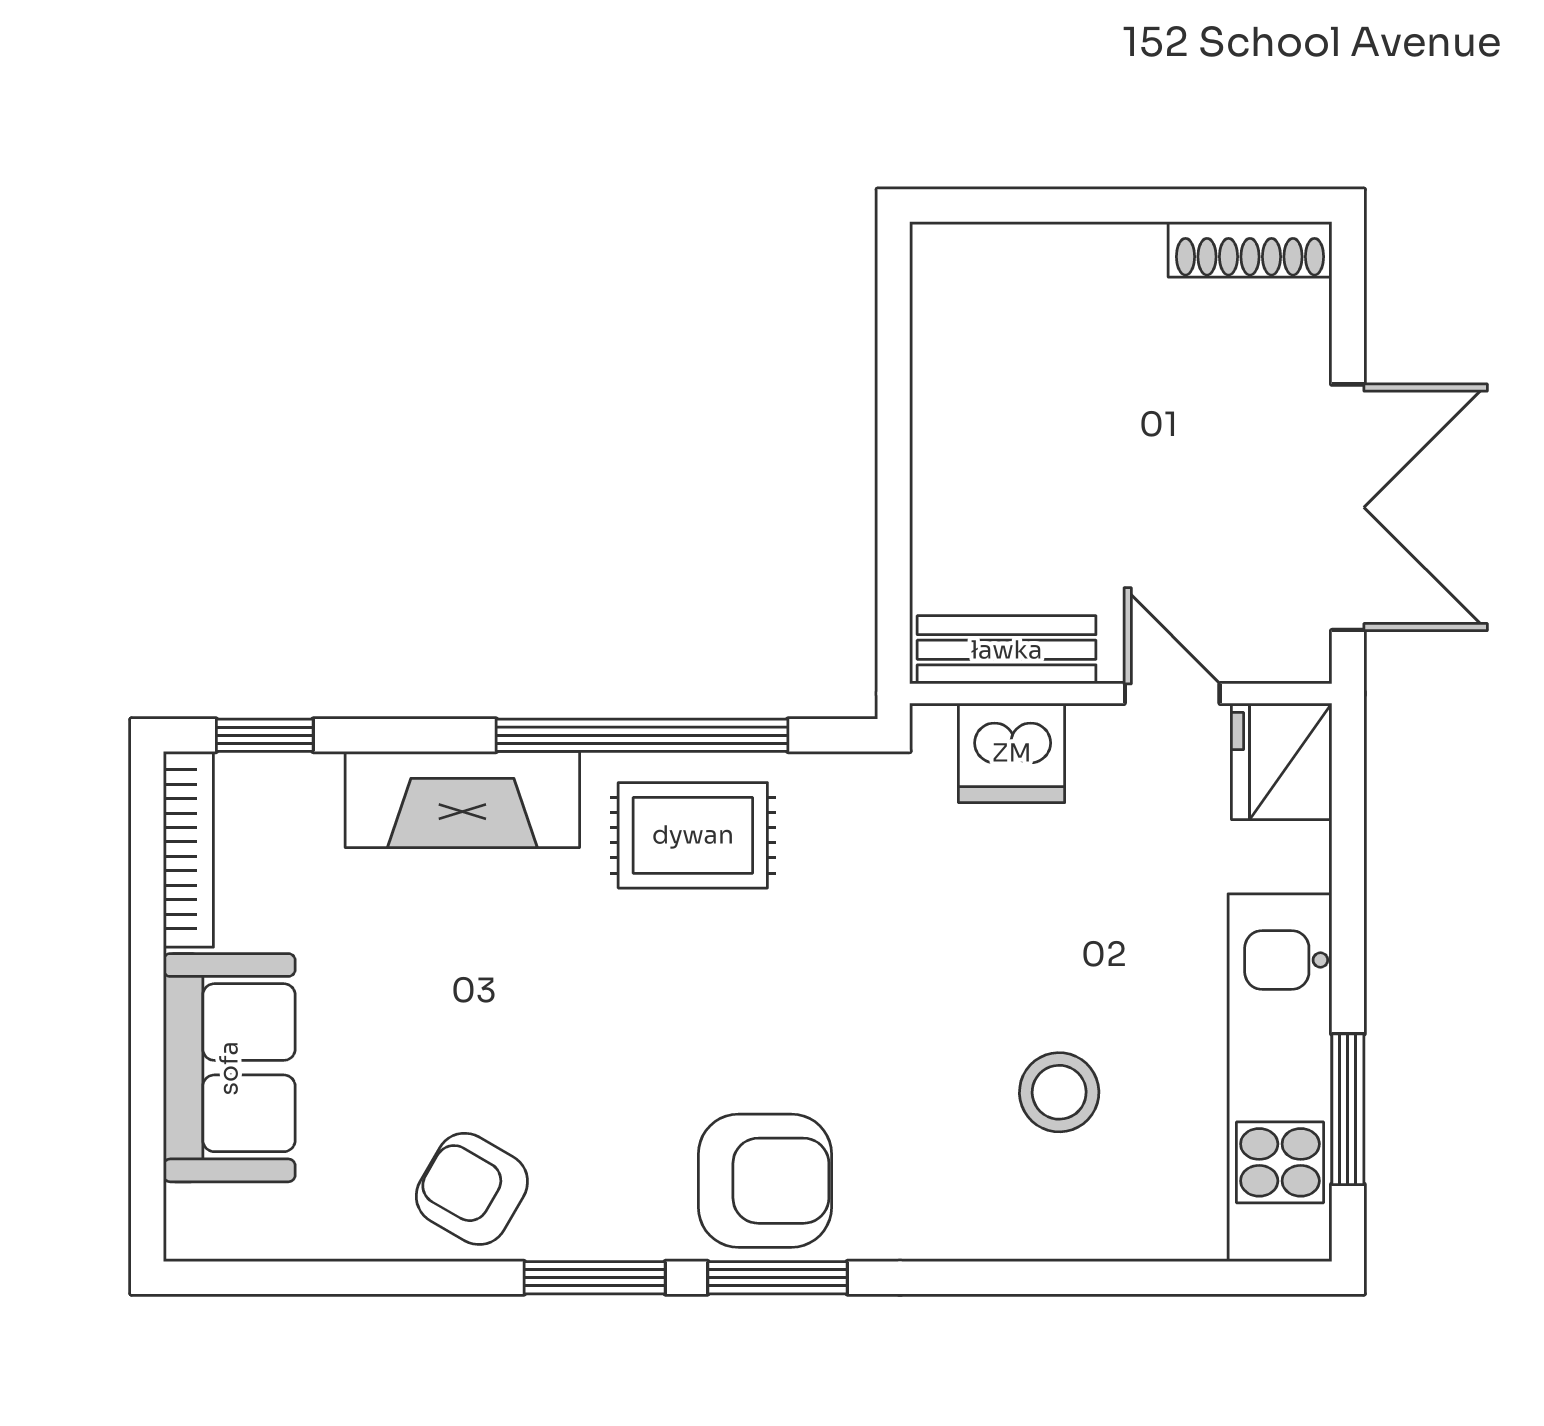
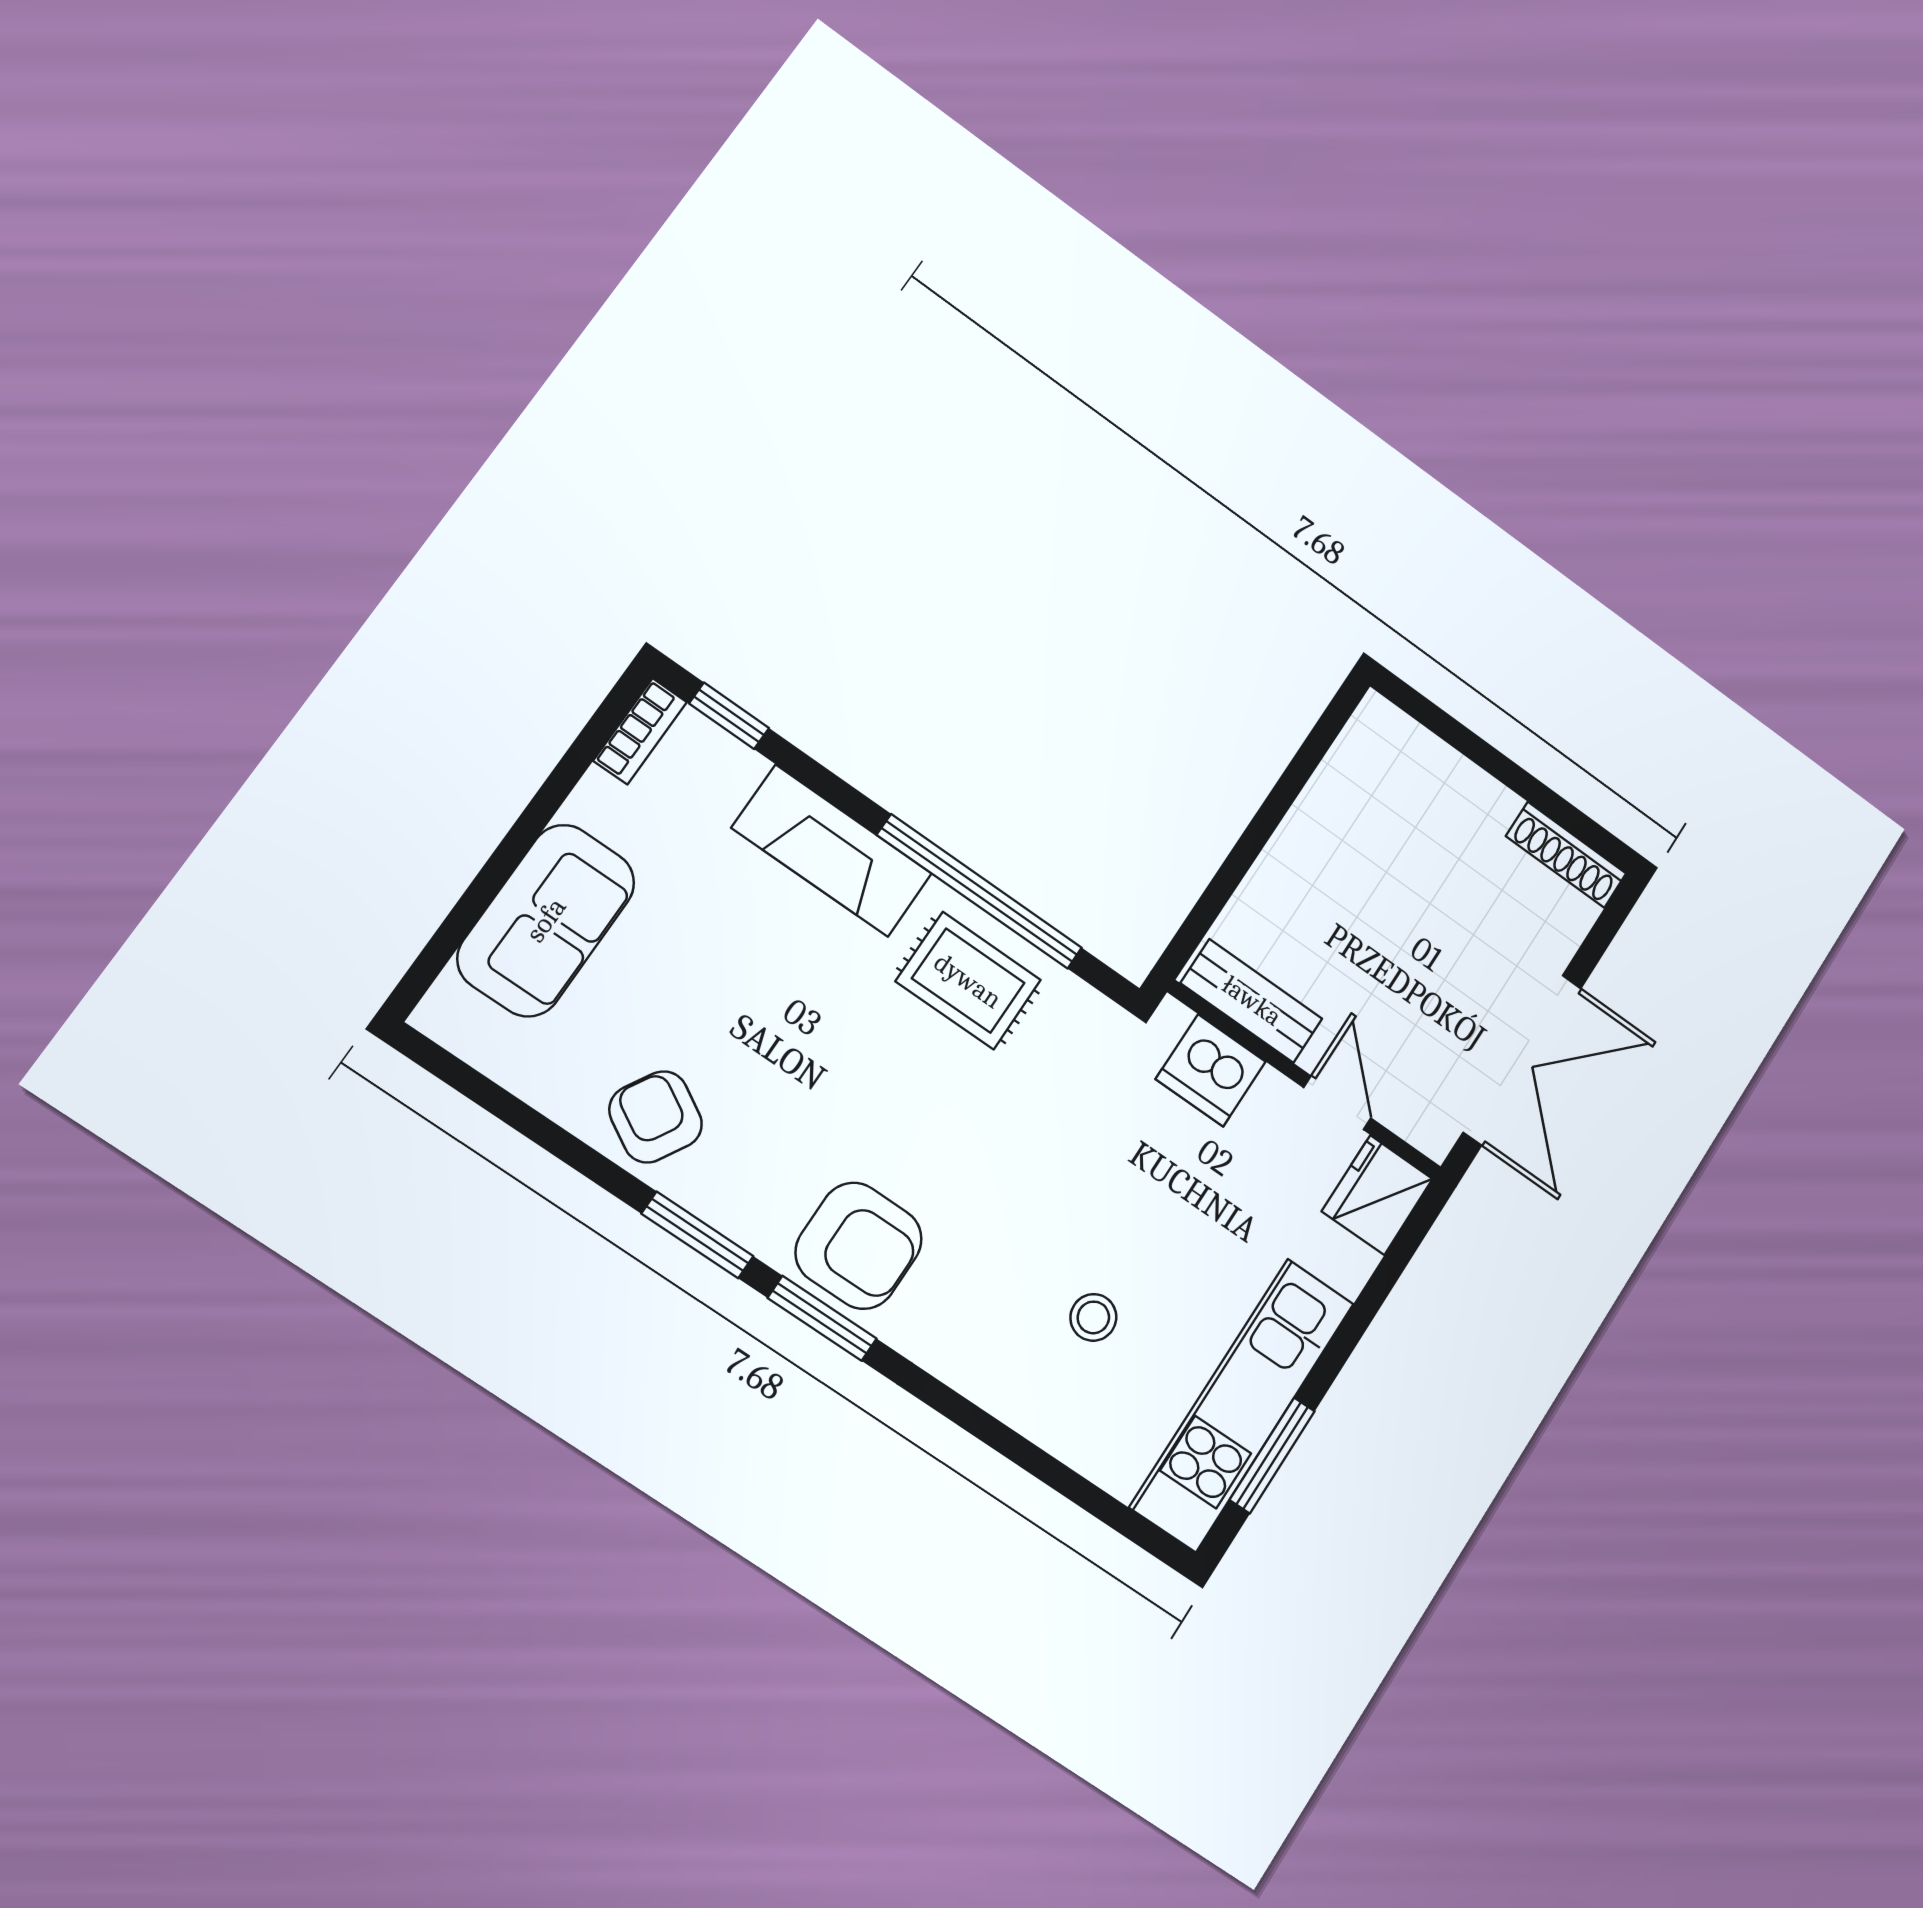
bookcase: (188, 849) -> (640, 731), width x0.64
stool: (1059, 1092) -> (1093, 1317), width x0.73, depth x0.73

